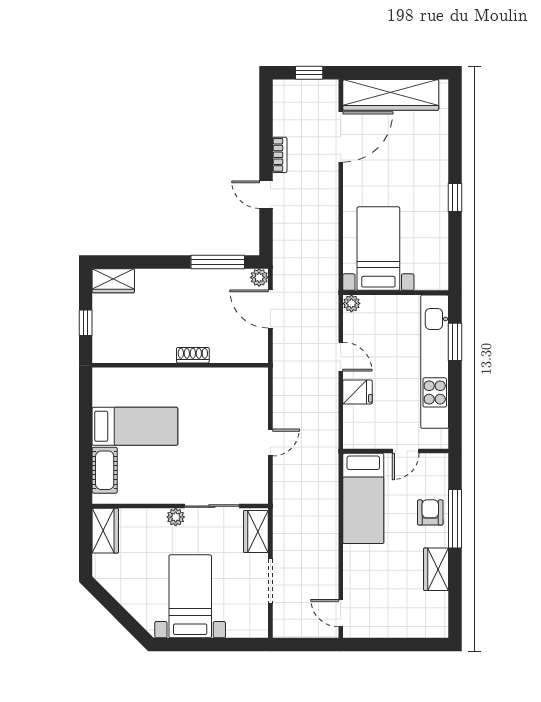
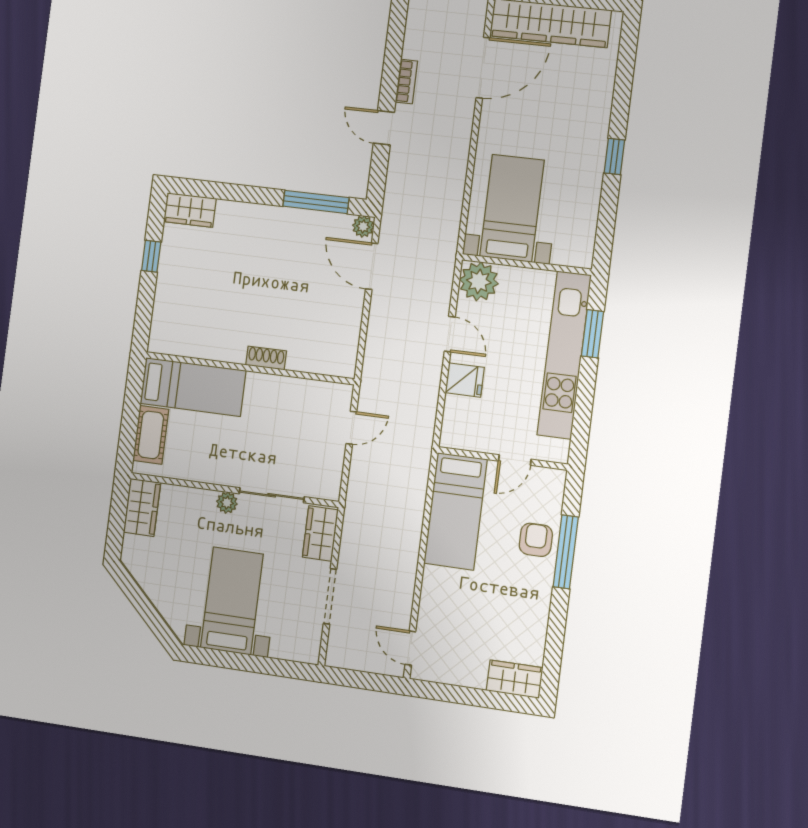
plant: (351, 303) -> (479, 281), width x1.88, depth x1.88
shoe rack: (193, 355) -> (266, 358), moved
wall: (180, 365) -> (250, 368), moved
wardrobe: (436, 569) -> (515, 679), moved, turned 90

